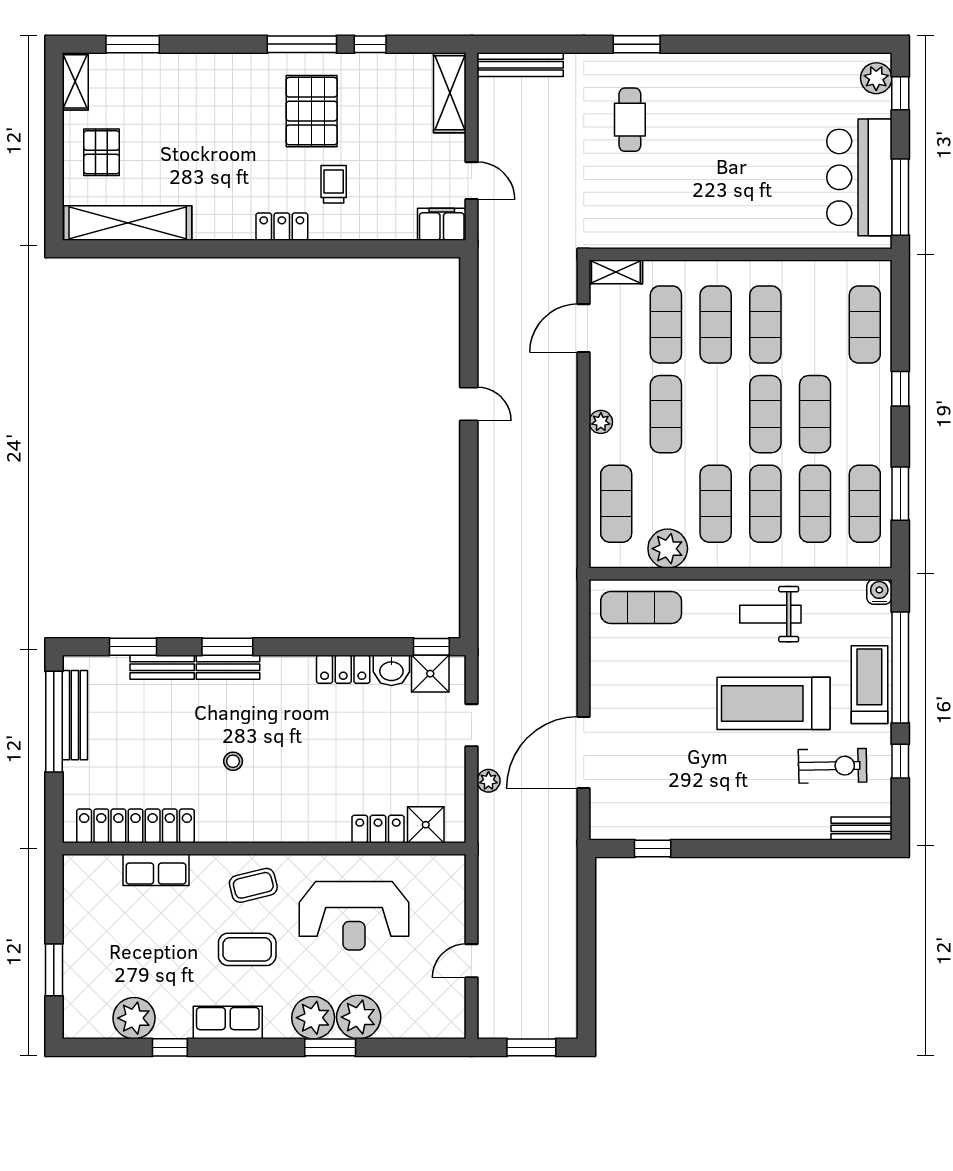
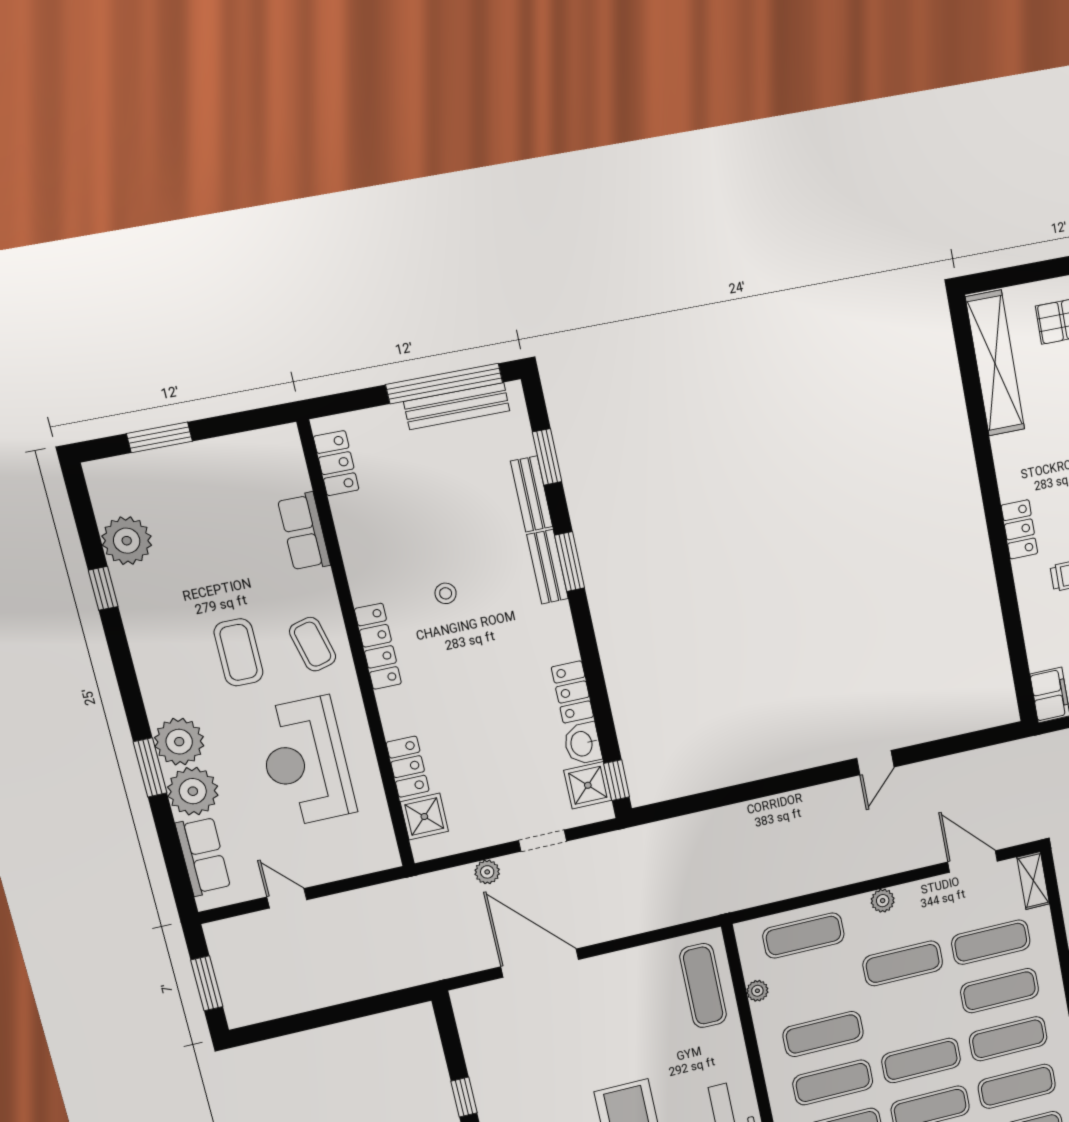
exercise mat: (815, 324) -> (1017, 1086), added
plant: (668, 549) -> (757, 991), width x0.53, depth x0.53
locker: (136, 826) -> (336, 463), width x0.46, depth x0.83
locker: (267, 830) -> (378, 646), added
window: (653, 848) -> (464, 1097), moved
row of seats: (228, 1023) -> (203, 856), moved

